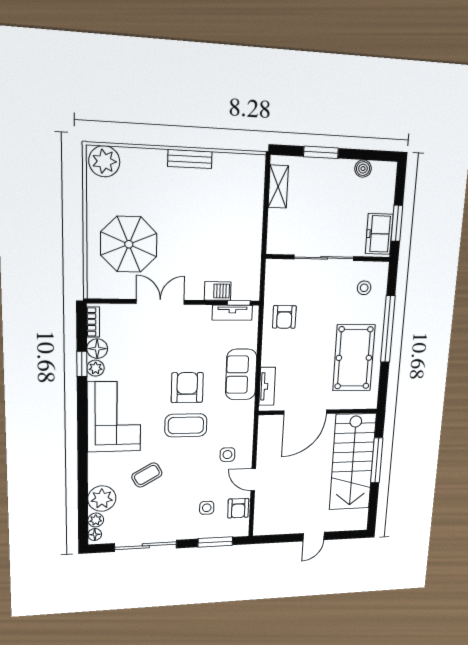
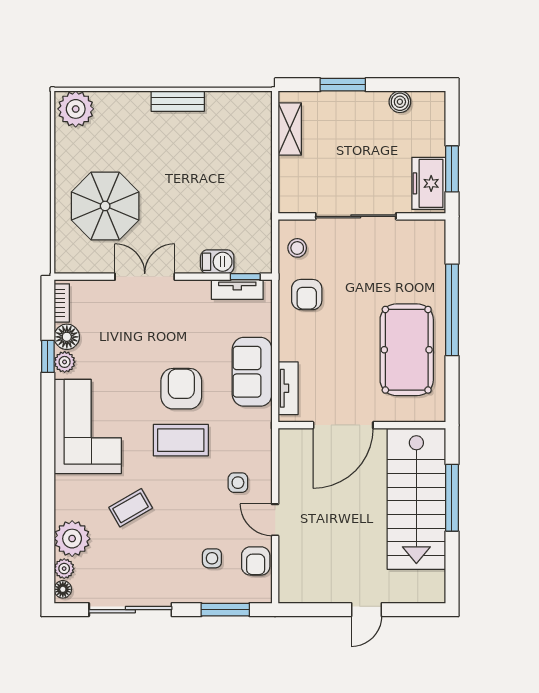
stool: (364, 288) -> (297, 248), moved

